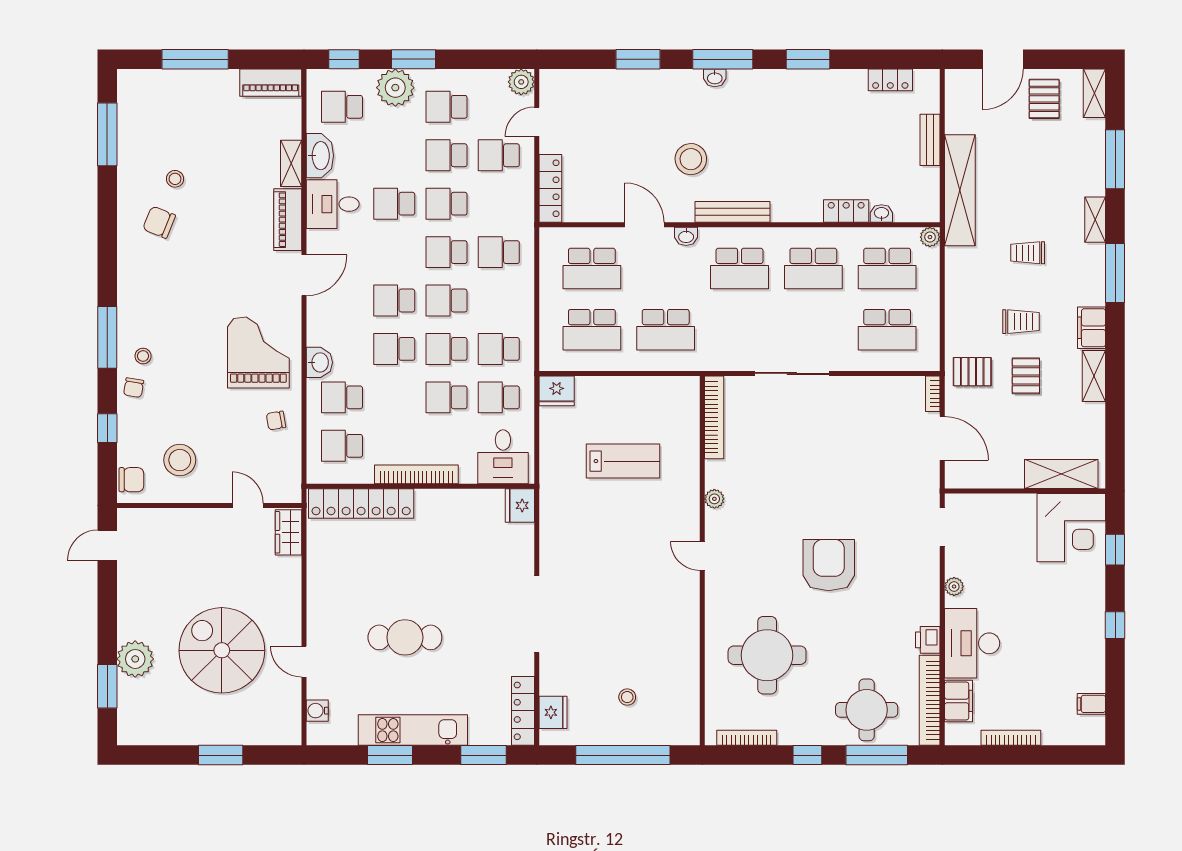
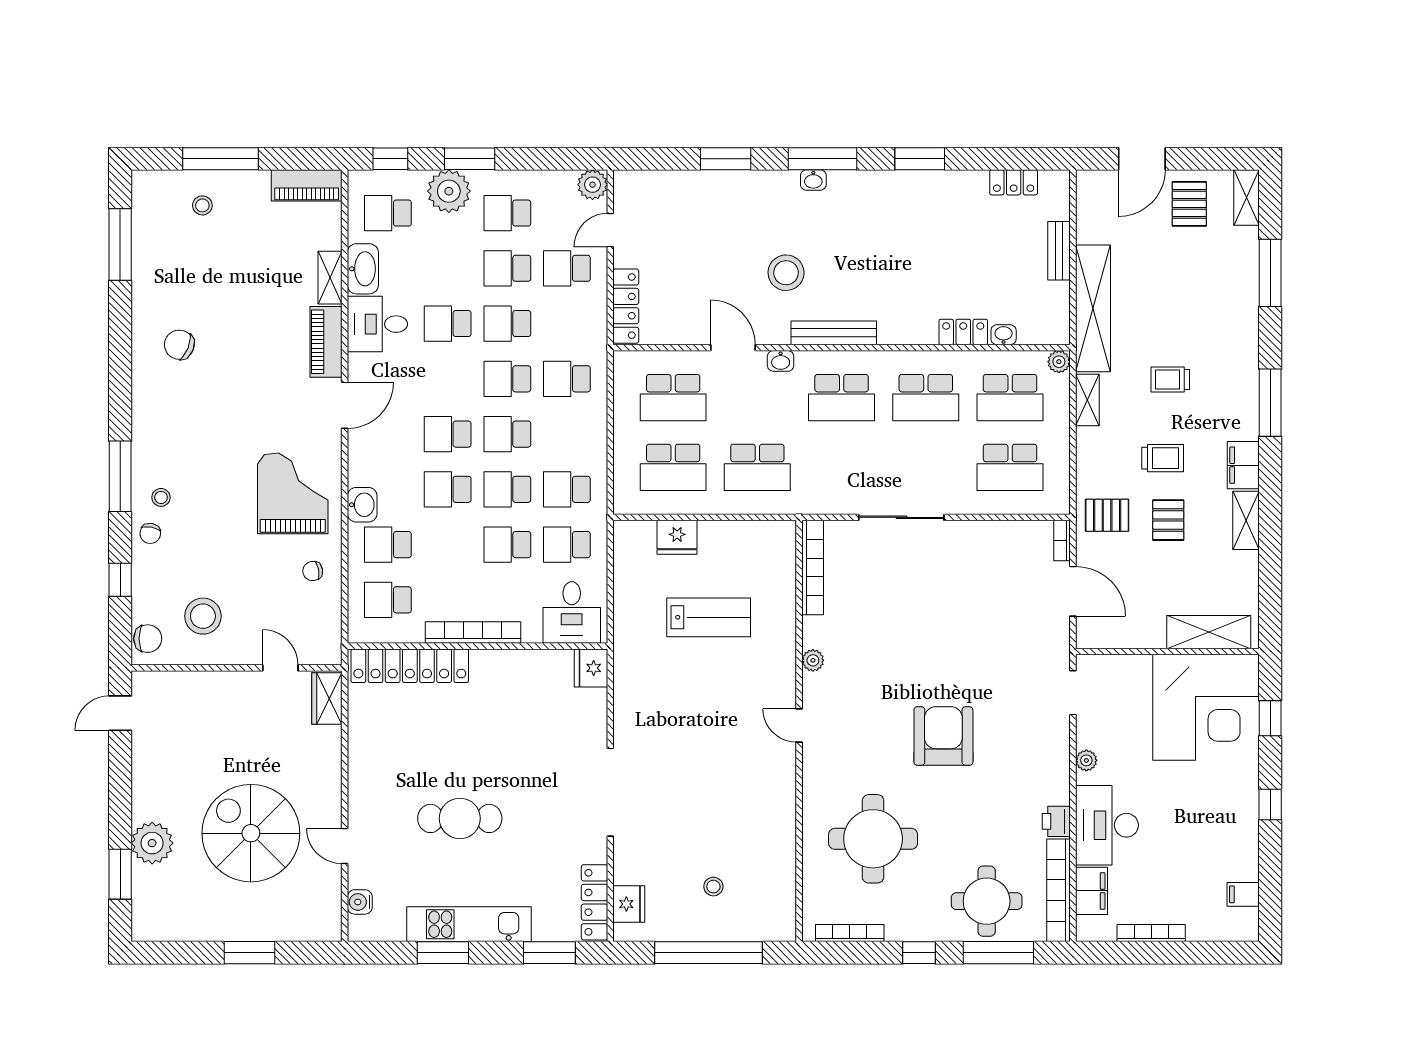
stool: (175, 179) -> (202, 205), moved
shelving: (1095, 220) -> (1087, 400), moved
fridge: (557, 391) -> (677, 537), moved
corner desk: (1071, 528) -> (1206, 707), width x1.36, depth x1.36

